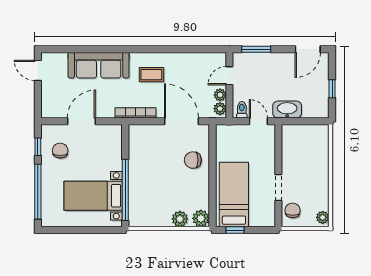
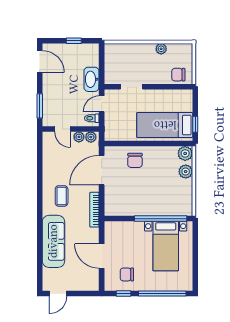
doorway: (278, 188) -> (132, 87), moved
plant: (323, 217) -> (161, 49), moved

